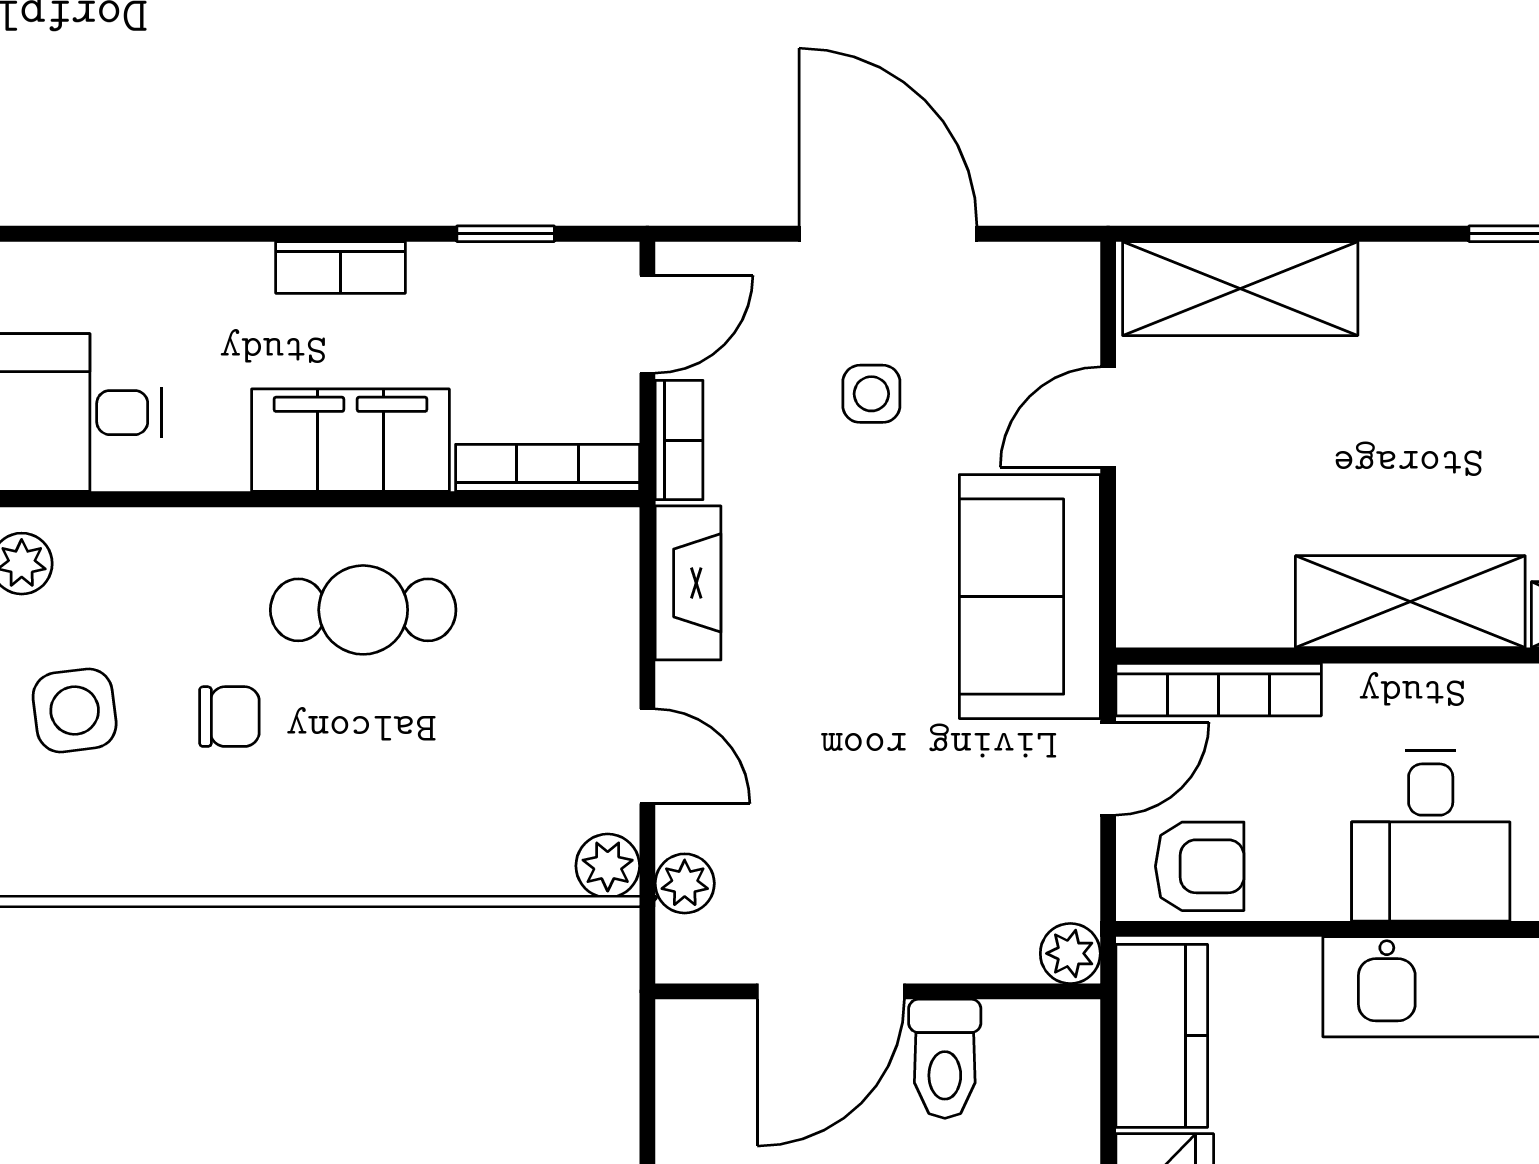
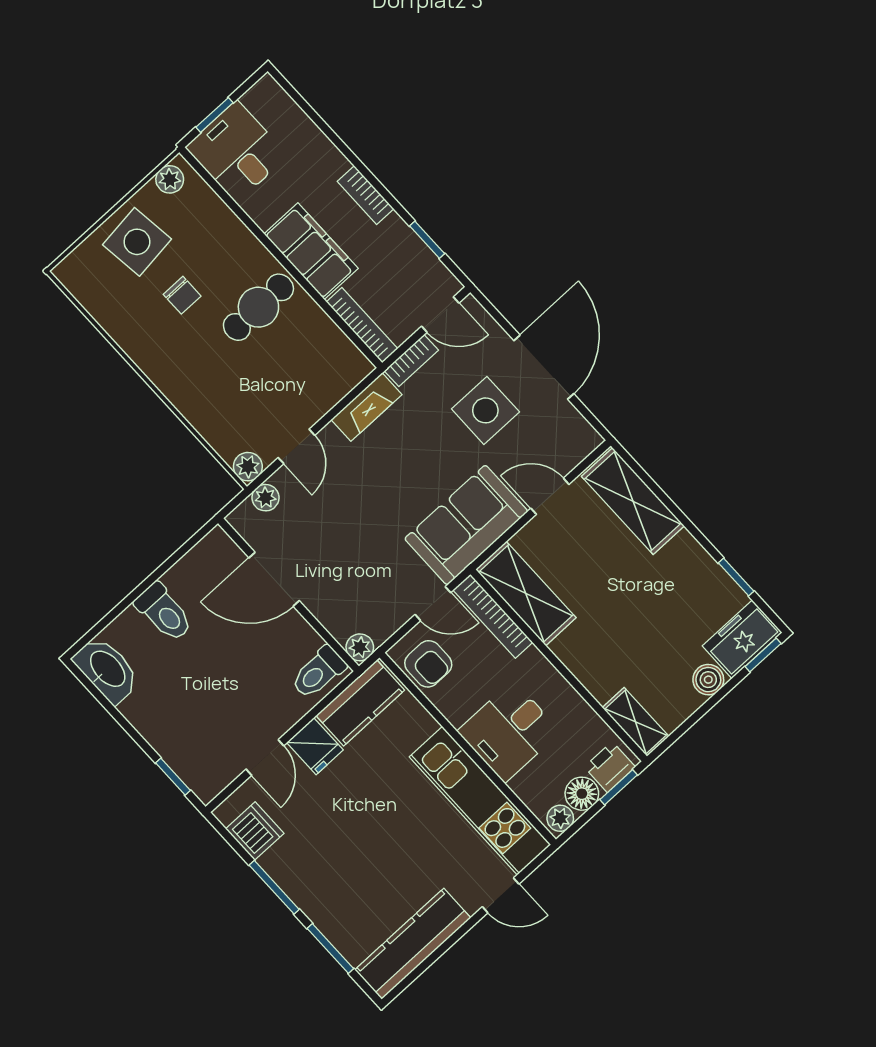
side table: (871, 394) -> (485, 410), width x1.87, depth x1.87
shelving: (1410, 602) -> (526, 594), moved
cafe table: (363, 610) -> (258, 307), turned 90
side table: (75, 710) -> (137, 242), width x1.37, depth x1.37
toilet: (945, 1059) -> (318, 672), moved

